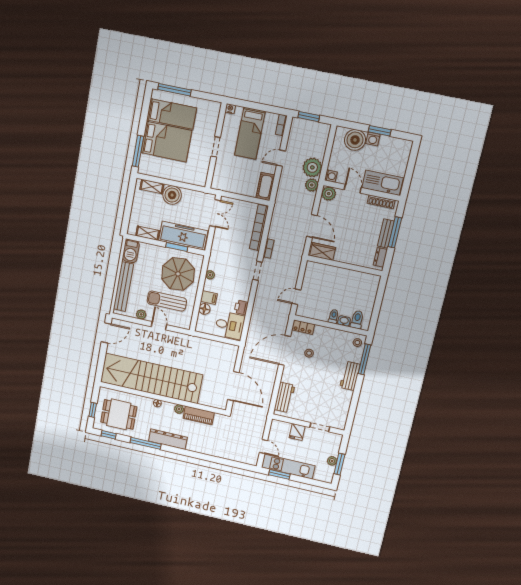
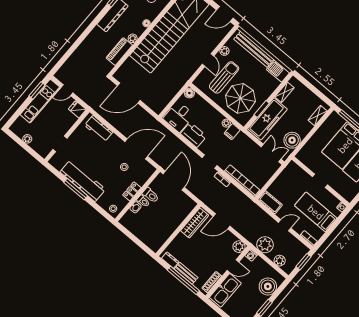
washing machine: (373, 139) -> (261, 300), removed
door: (281, 158) -> (285, 225), hinge flipped
plant: (312, 185) -> (280, 261), moved
boiler: (172, 195) -> (292, 140), moved
double door: (215, 213) -> (271, 153), swing flipped
window: (395, 232) -> (183, 280), width x1.46
wardrobe: (323, 251) -> (195, 223), width x1.50
filing cabinet: (209, 297) -> (232, 132), moved
door: (296, 297) -> (174, 181), width x1.87
printer: (241, 307) -> (194, 135), width x1.87, depth x1.48
floor lamp: (204, 309) -> (189, 93), moved
toilet: (357, 320) -> (151, 195), moved
door: (159, 326) -> (208, 60), hinge flipped
locker: (303, 327) -> (132, 191), moved
door: (106, 333) -> (225, 14), hinge flipped
door: (285, 350) -> (136, 149), hinge flipped
window: (364, 359) -> (76, 189), moved
workbench: (350, 376) -> (83, 181), width x1.88, depth x1.32
fridge: (297, 432) -> (77, 109), moved
window: (339, 464) -> (22, 143), removed

